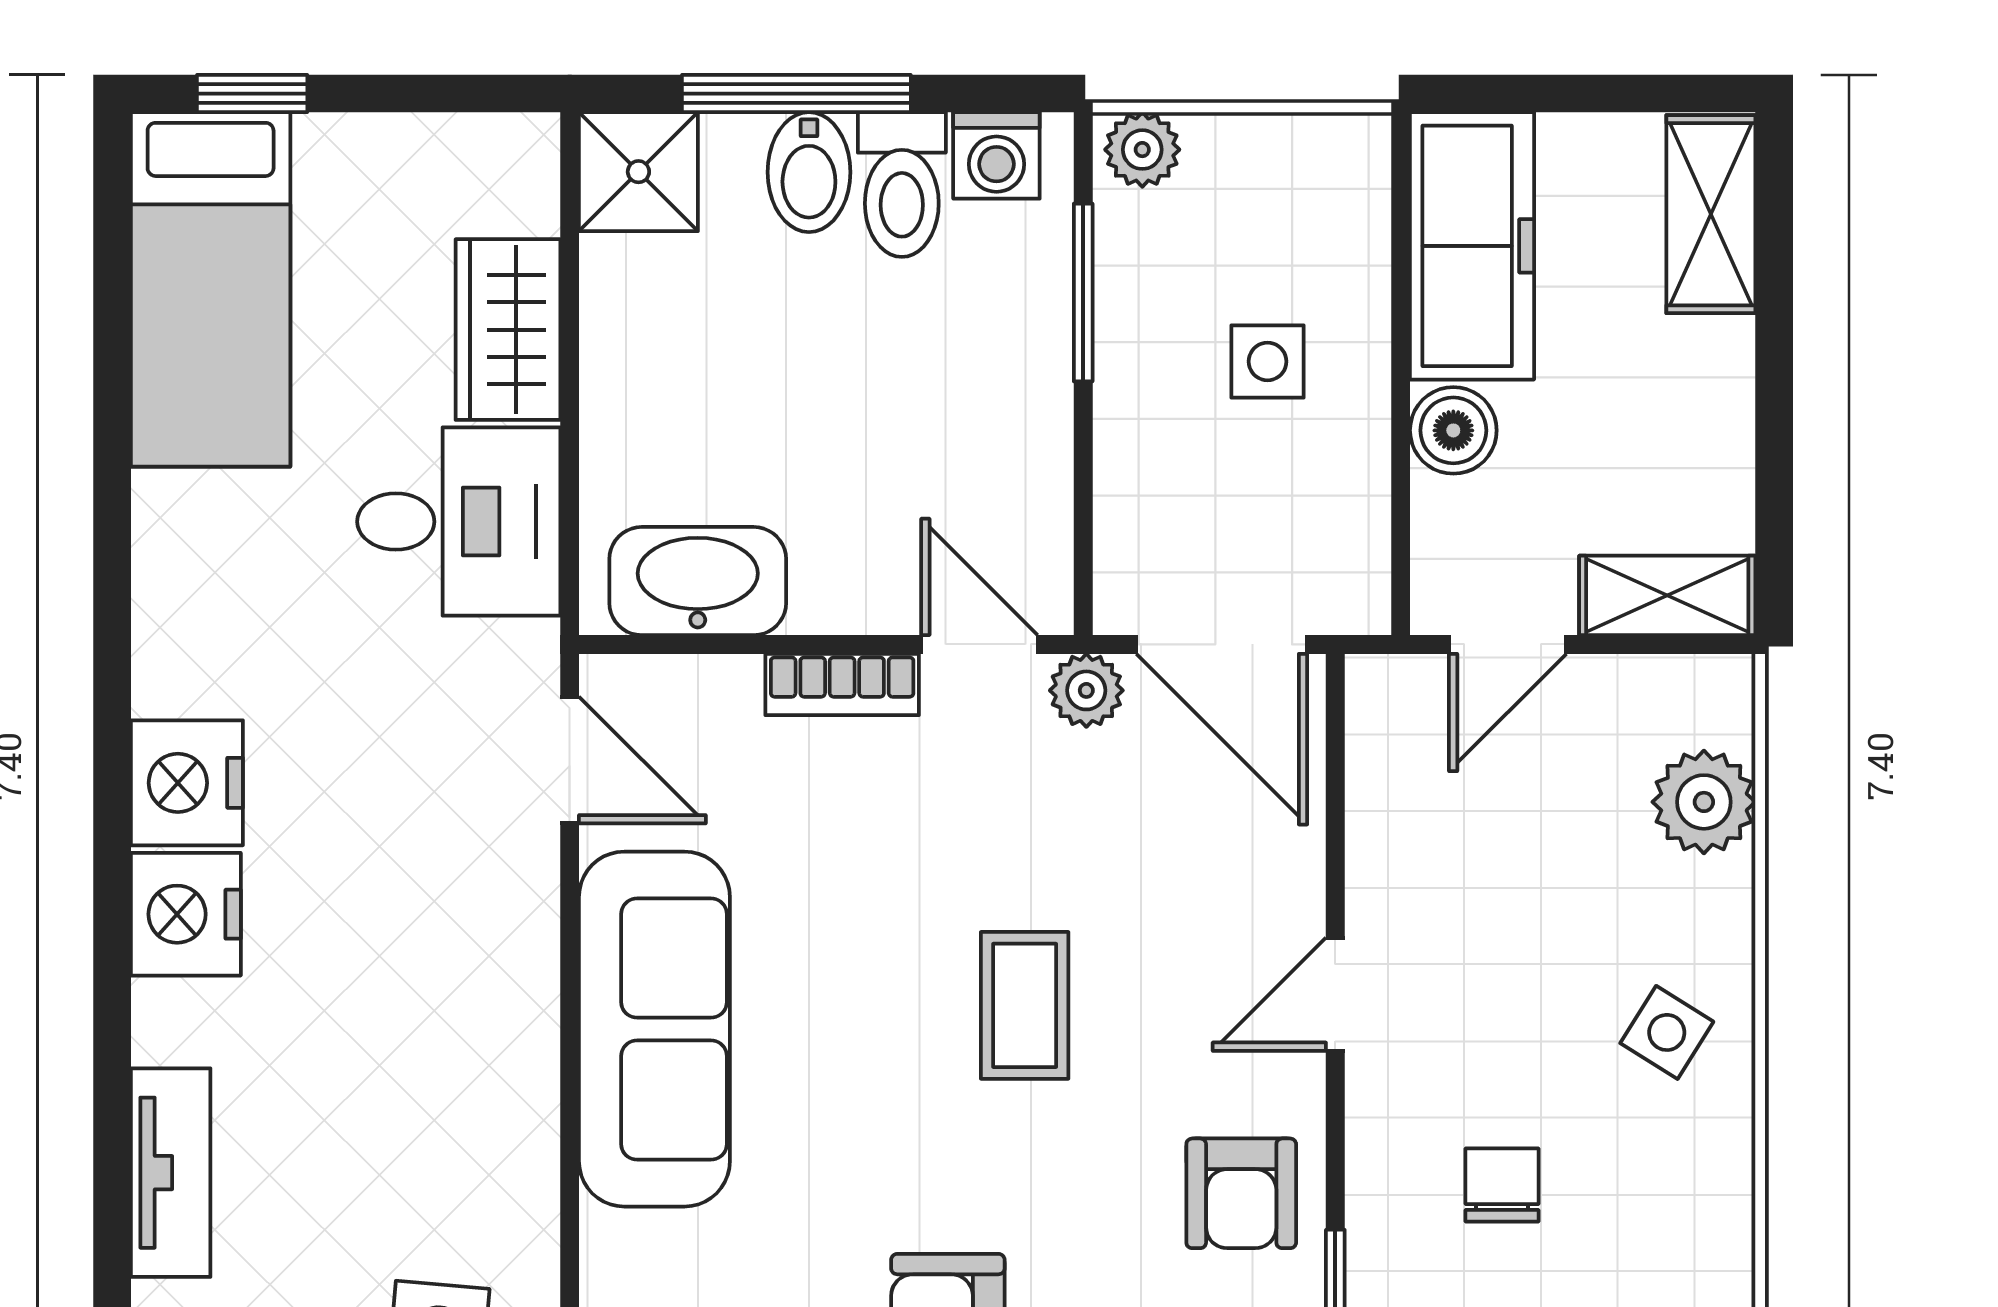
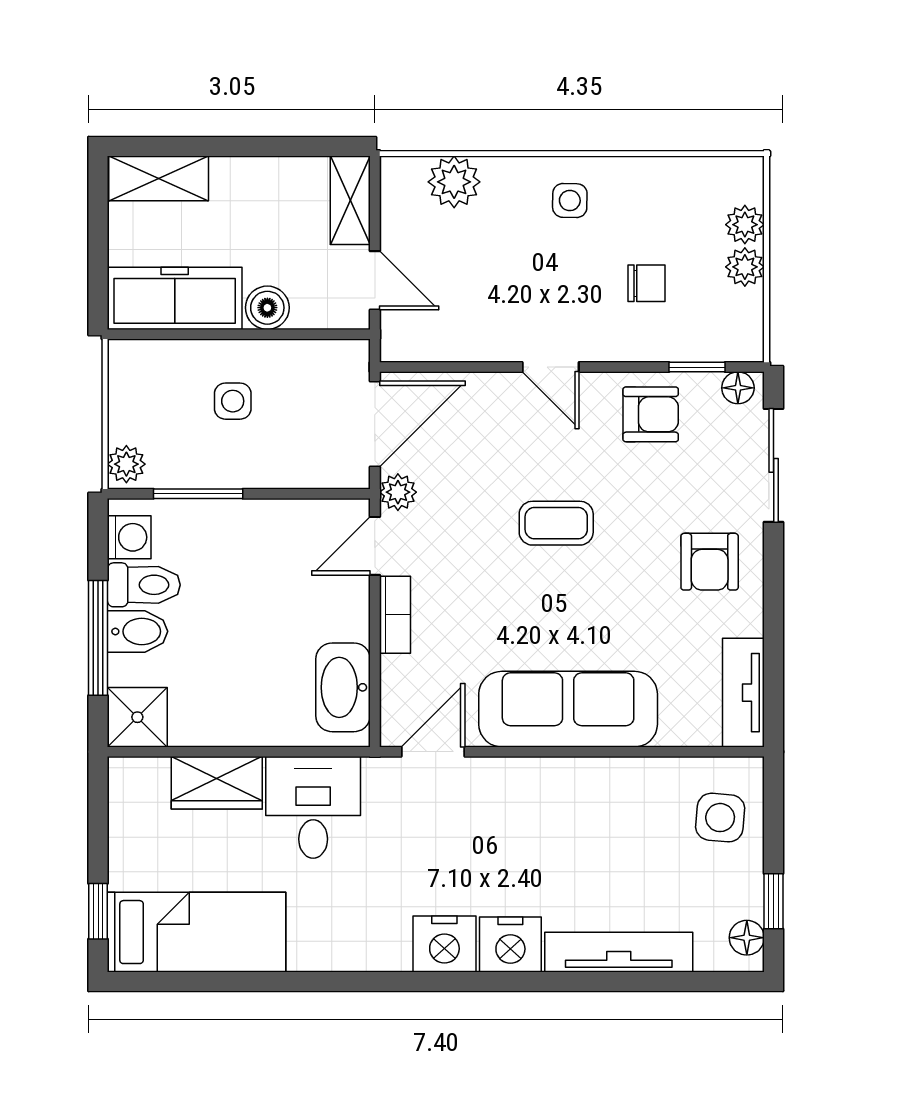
side table: (1667, 1032) -> (570, 201), turned -31
tv unit: (171, 1173) -> (619, 952), width x1.41
chair: (1502, 1185) -> (646, 283), turned 180

